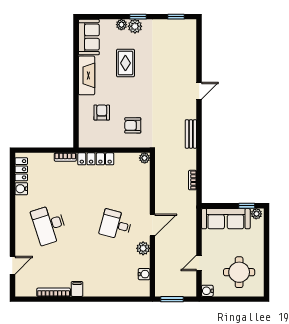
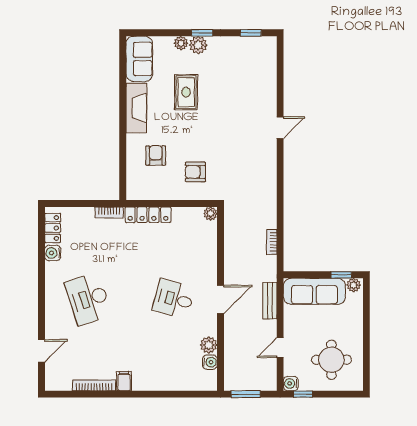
bench: (191, 134) -> (270, 301), moved
plant: (143, 248) -> (209, 345), moved
window: (217, 299) -> (303, 394), added

